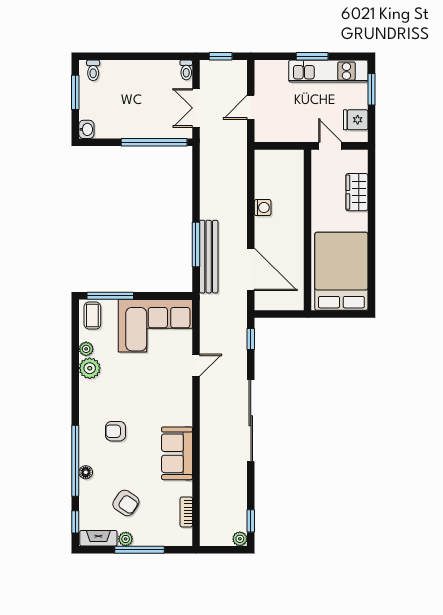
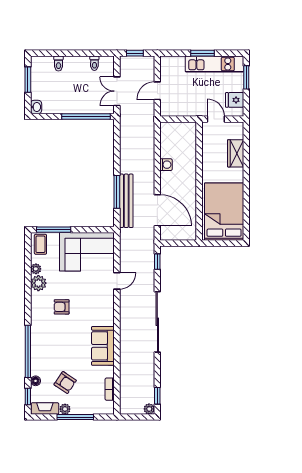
toilet: (93, 70) -> (58, 63), moved
toilet: (186, 70) -> (94, 63), moved
armchair: (116, 431) -> (62, 307), moved
floor lamp: (86, 472) -> (36, 381), moved

